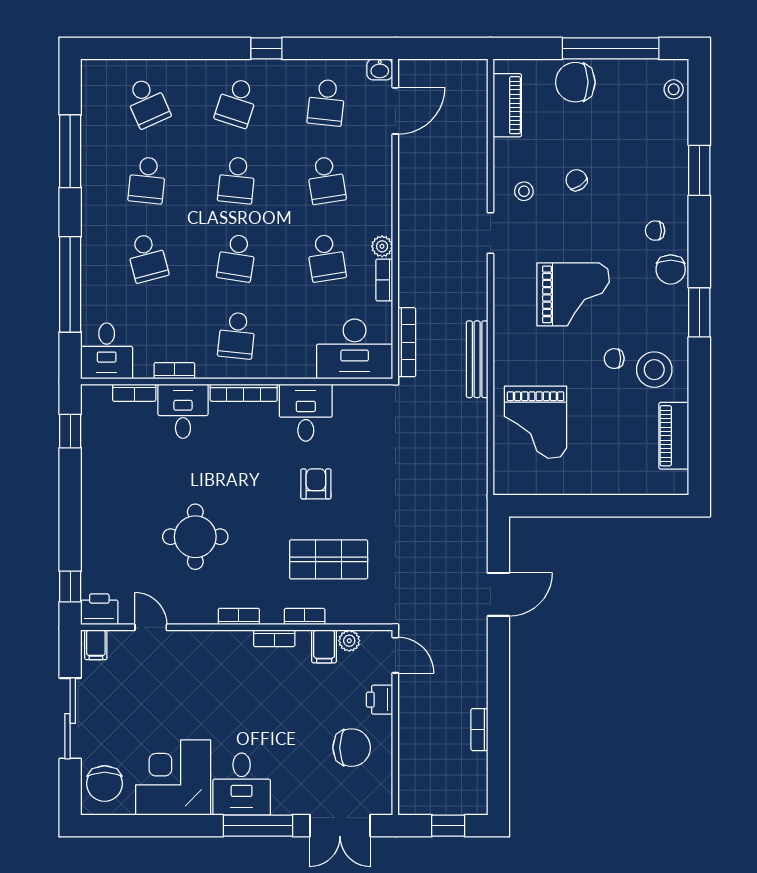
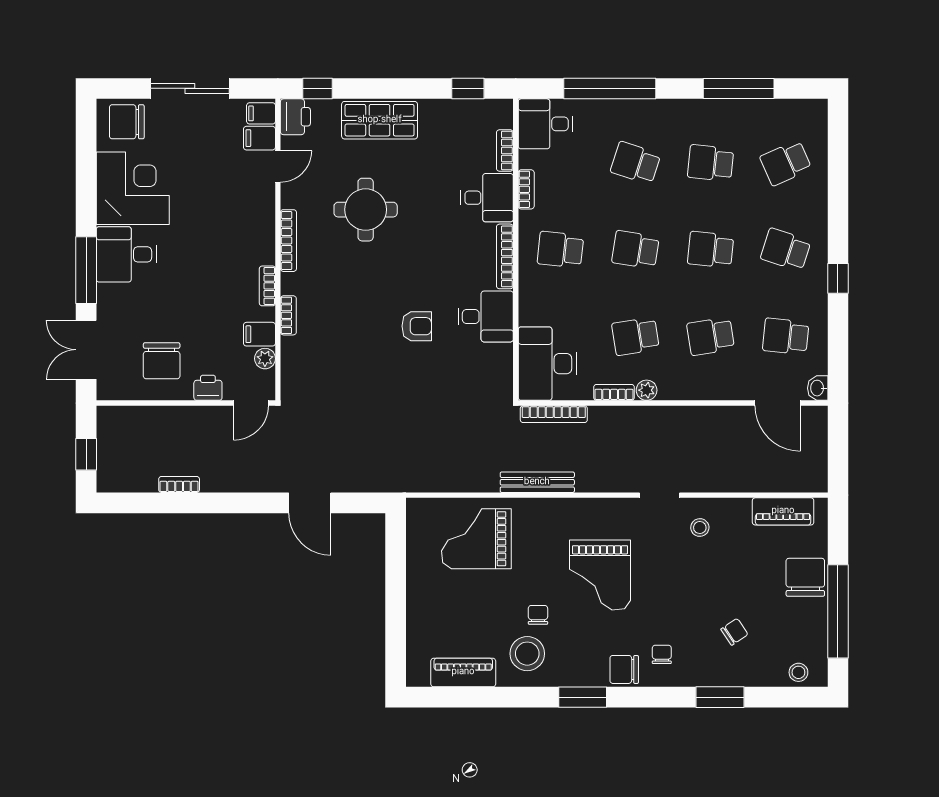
chair: (576, 180) -> (734, 632), moved
school desk: (147, 258) -> (635, 163), turned 33
shop shelf: (329, 559) -> (380, 120), moved, turned 90
bookcase: (239, 617) -> (288, 241), width x1.56
filing cabinet: (121, 646) -> (259, 138), added

